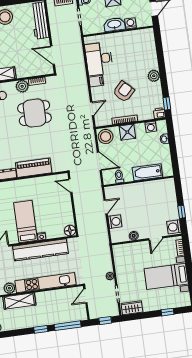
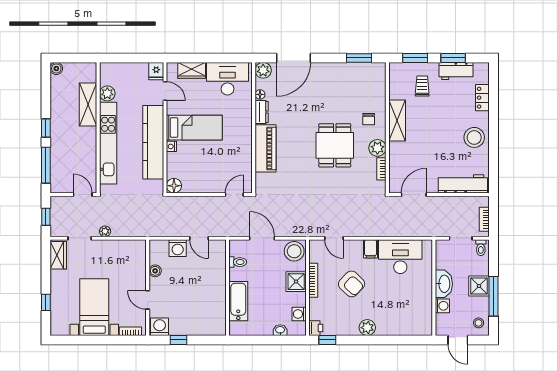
dining table: (34, 113) -> (335, 145), moved
door: (99, 161) -> (262, 238), swing flipped

